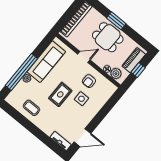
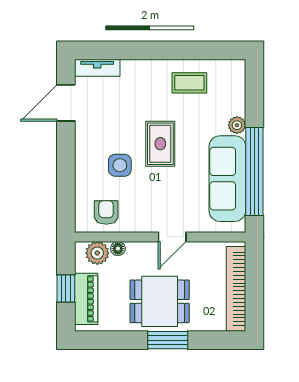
window: (21, 72) -> (254, 172), moved
armchair: (89, 81) -> (106, 213), moved

